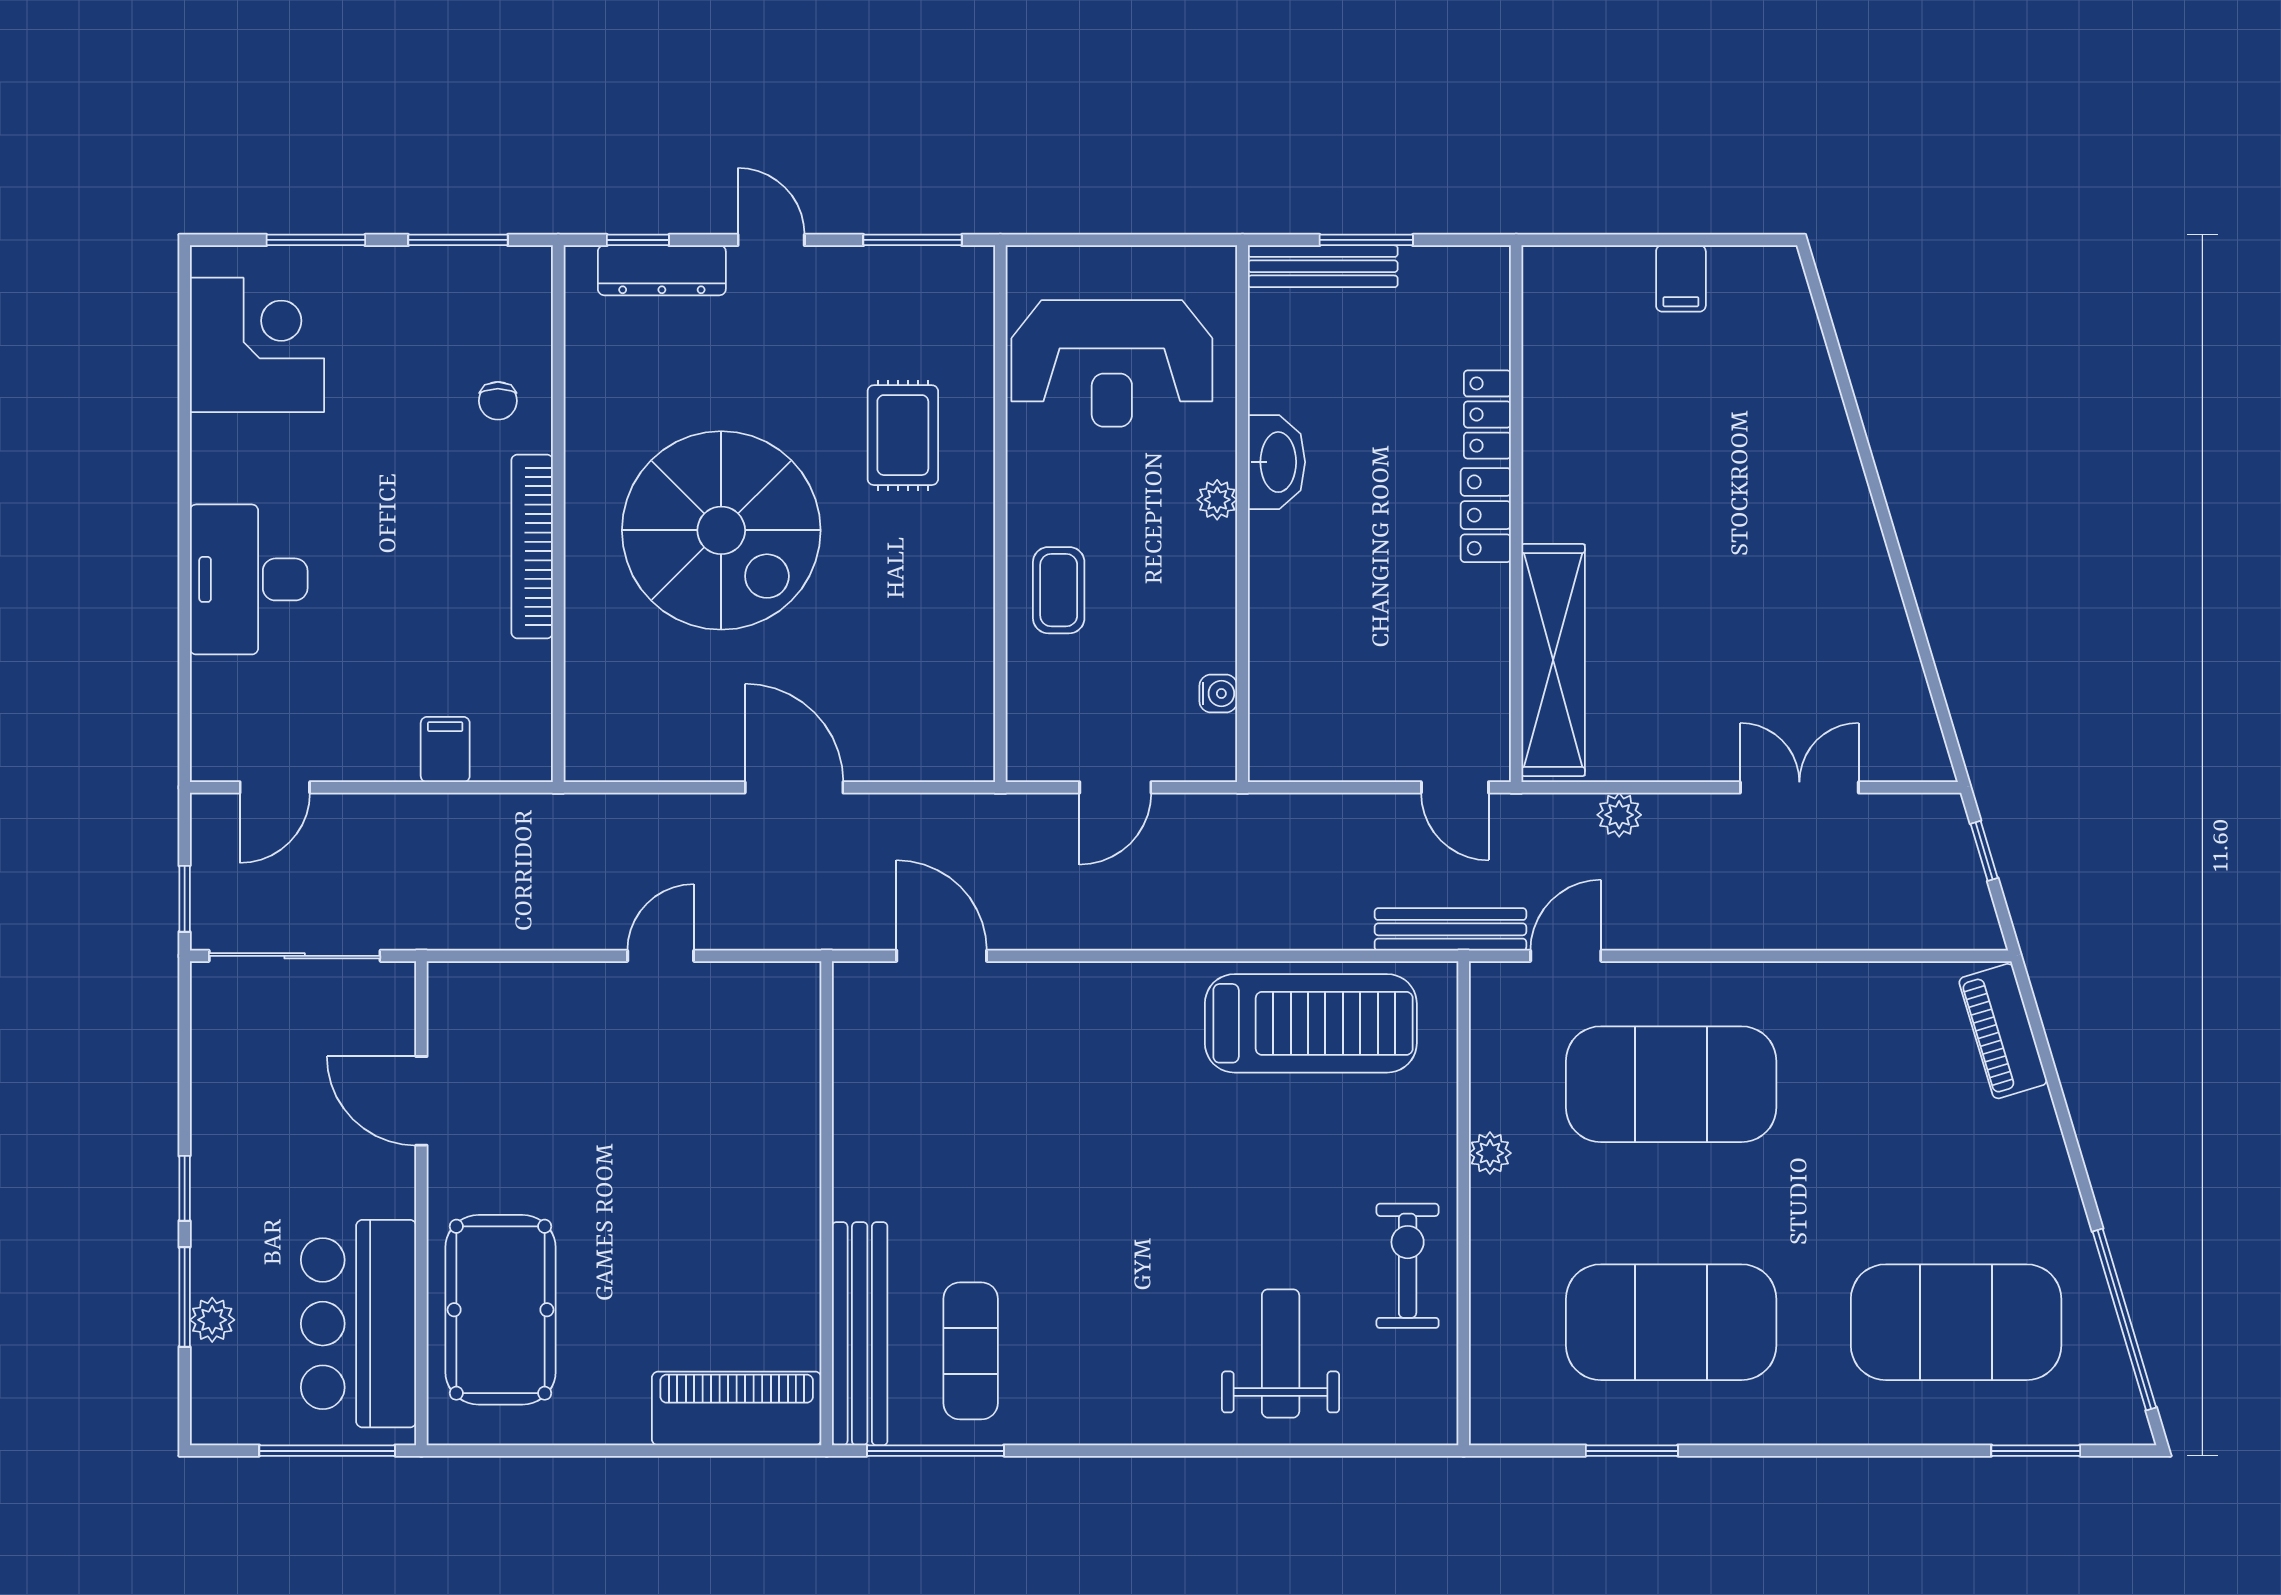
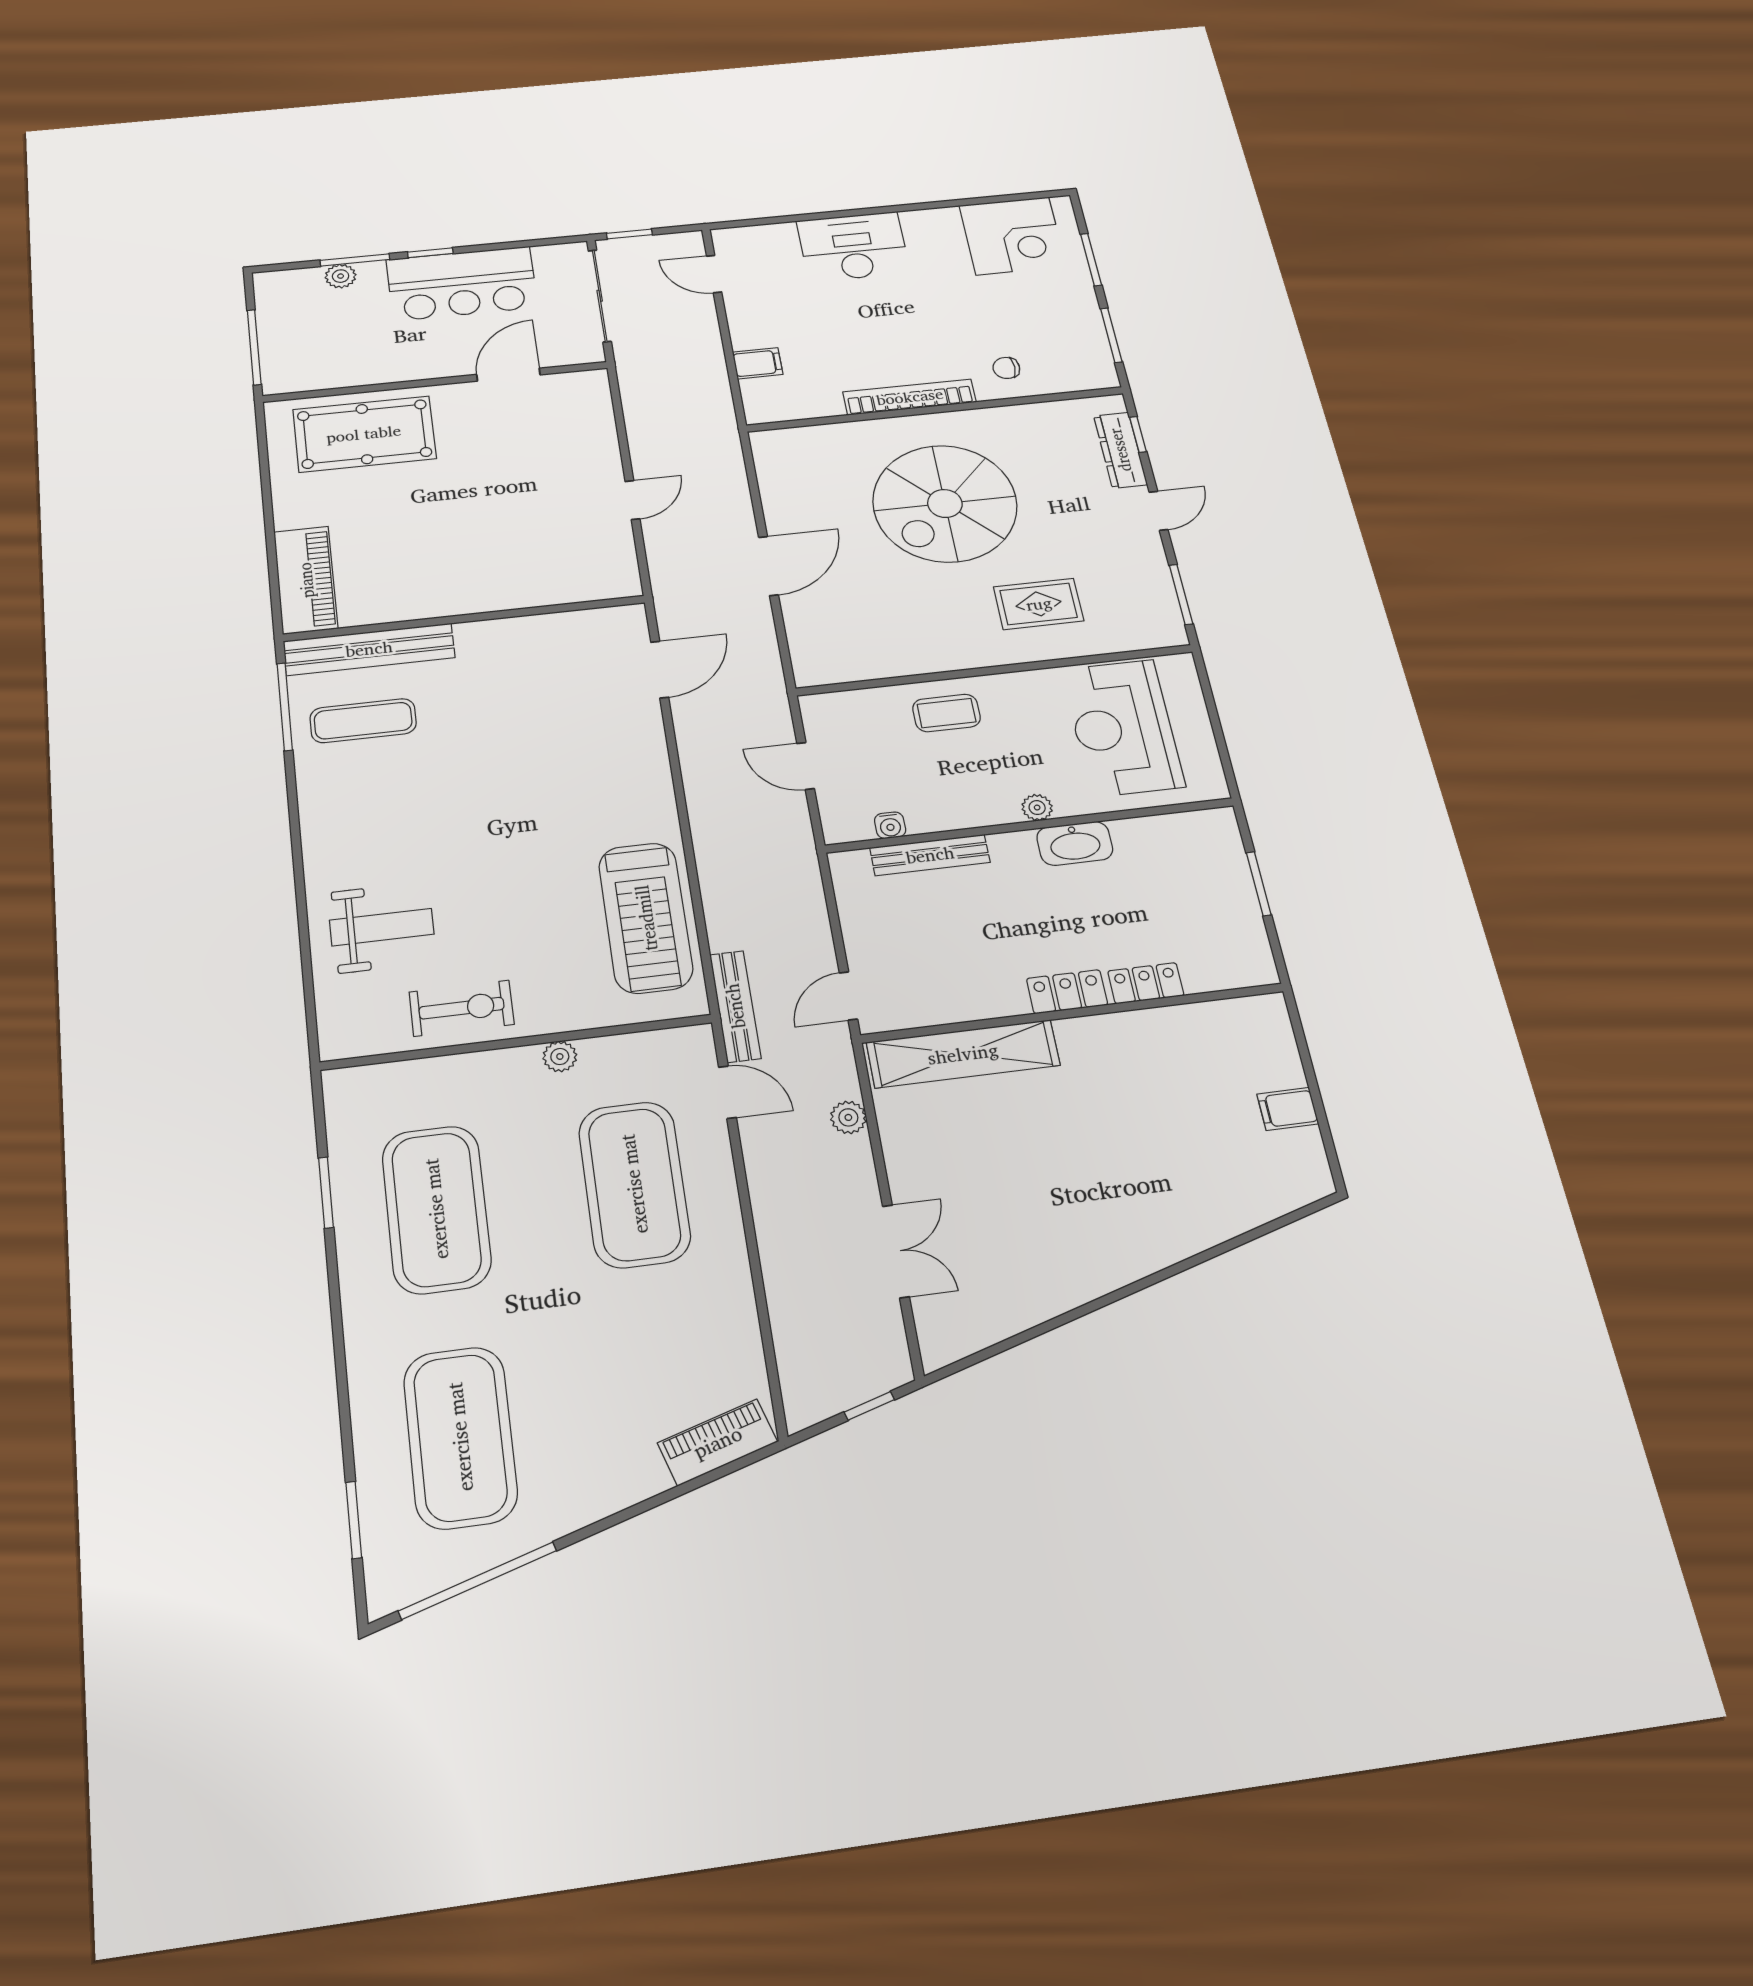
bench: (1323, 266) -> (930, 855), moved, turned 90
door: (661, 956) -> (632, 500), hinge flipped
bar counter: (358, 1324) -> (462, 283), moved, turned 180

